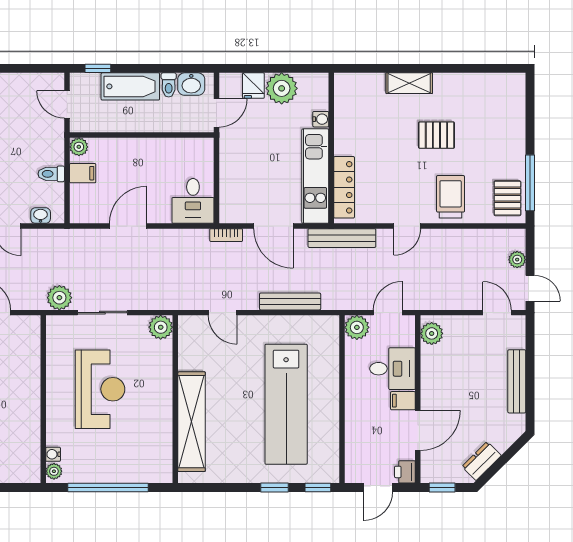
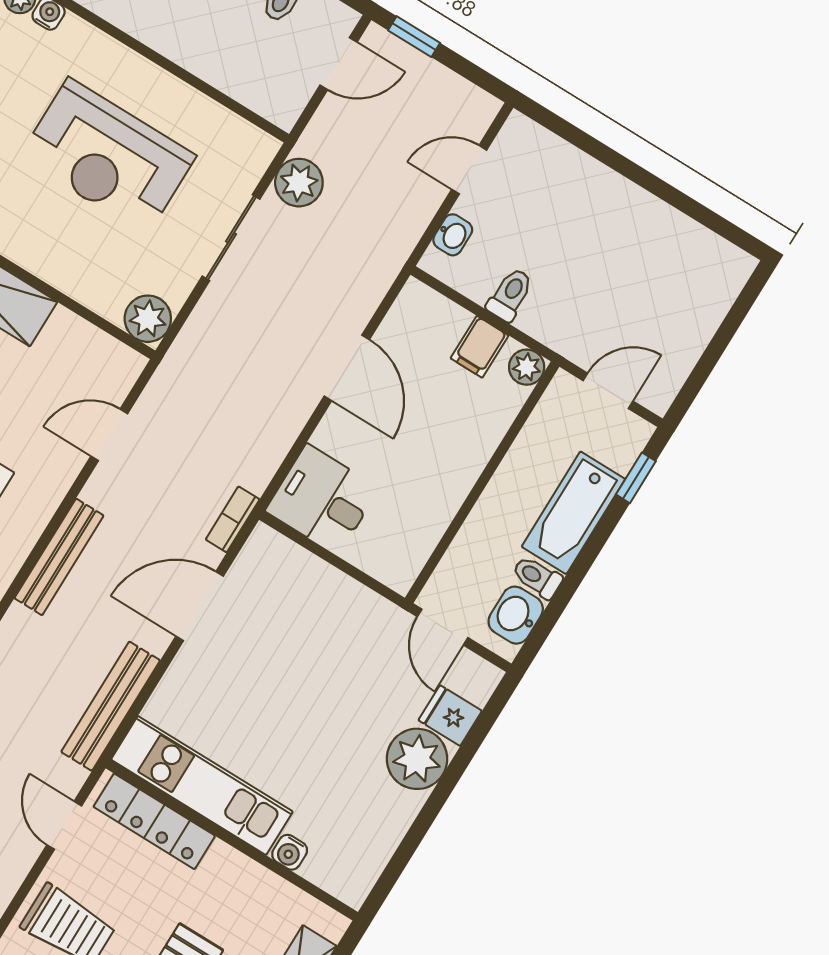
water cooler: (321, 119) -> (290, 852), moved
wall: (331, 148) -> (232, 840), moved
kitchen unit: (315, 176) -> (202, 786), moved
locker: (344, 187) -> (154, 821), moved

